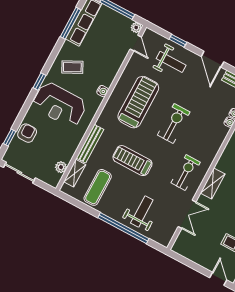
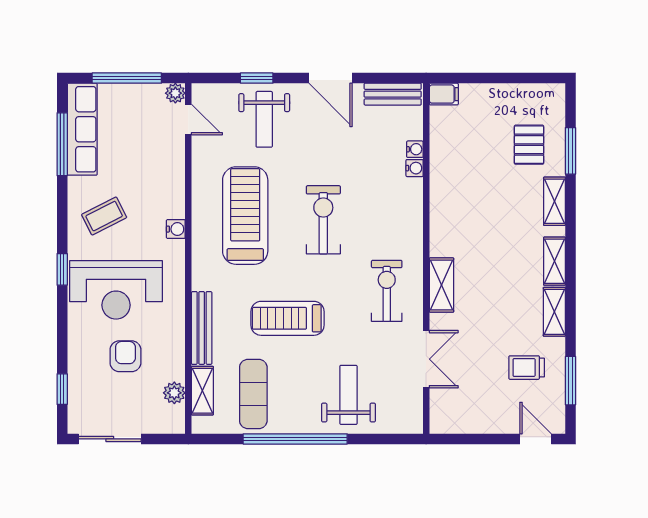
weight bench: (171, 62) -> (264, 119), turned 90
armchair: (27, 133) -> (125, 356), moved
window: (123, 228) -> (295, 439), moved

